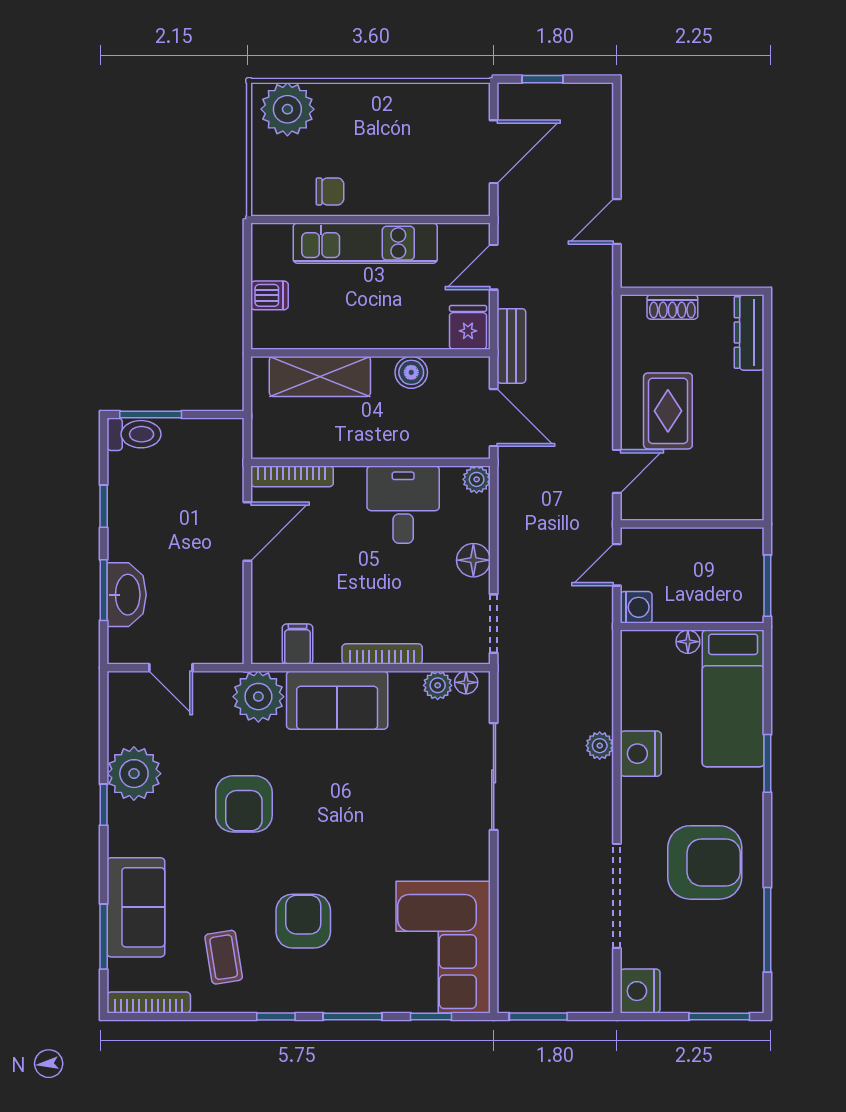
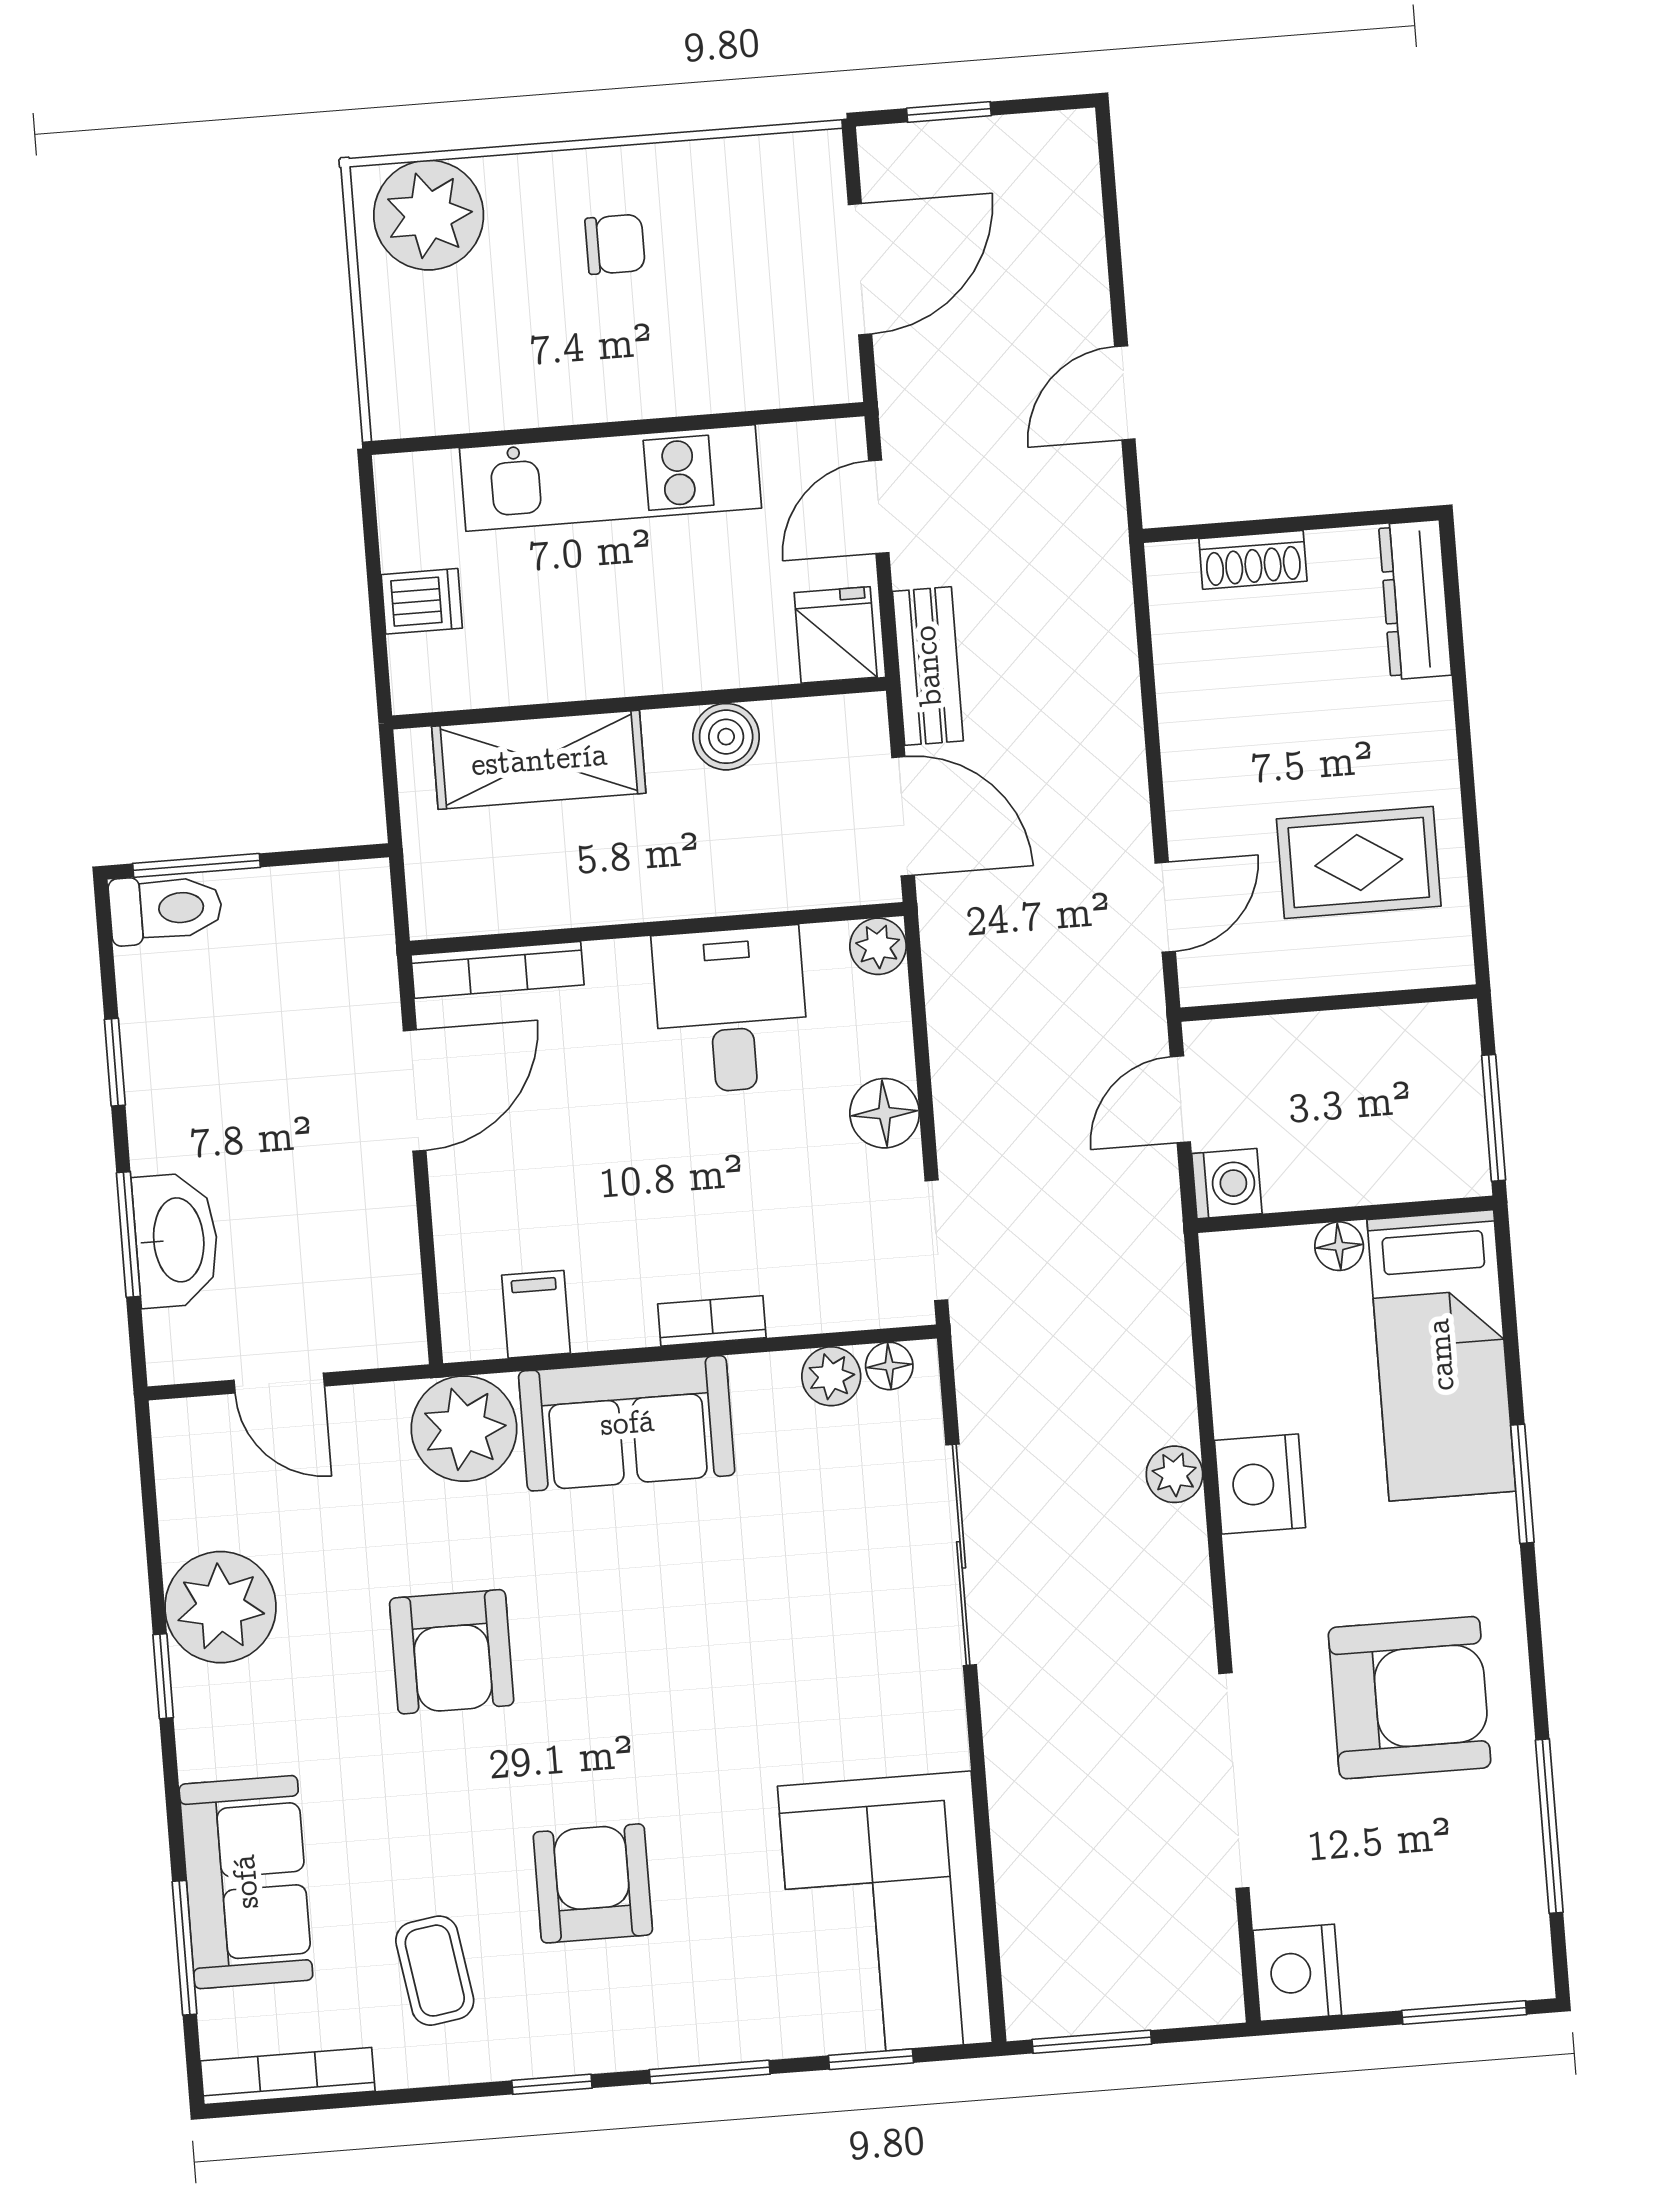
chair: (330, 191) -> (615, 244), moved
rug: (668, 411) -> (1359, 863), moved, turned 90
bookcase: (382, 654) -> (712, 1321), width x0.64

